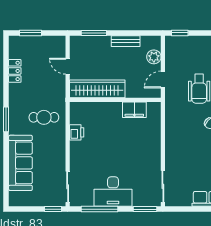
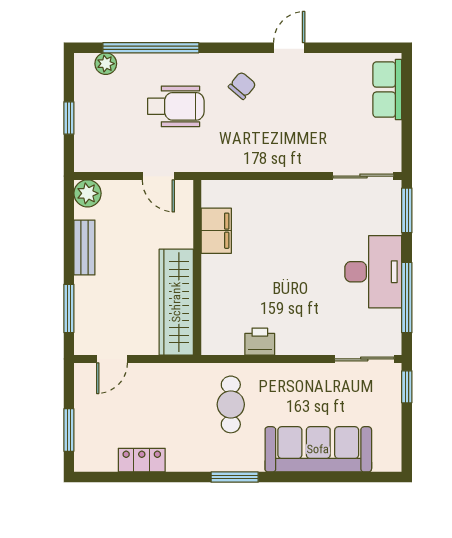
window: (180, 33) -> (69, 118), moved
plant: (154, 57) -> (88, 193), moved
door: (68, 66) -> (112, 359), moved

